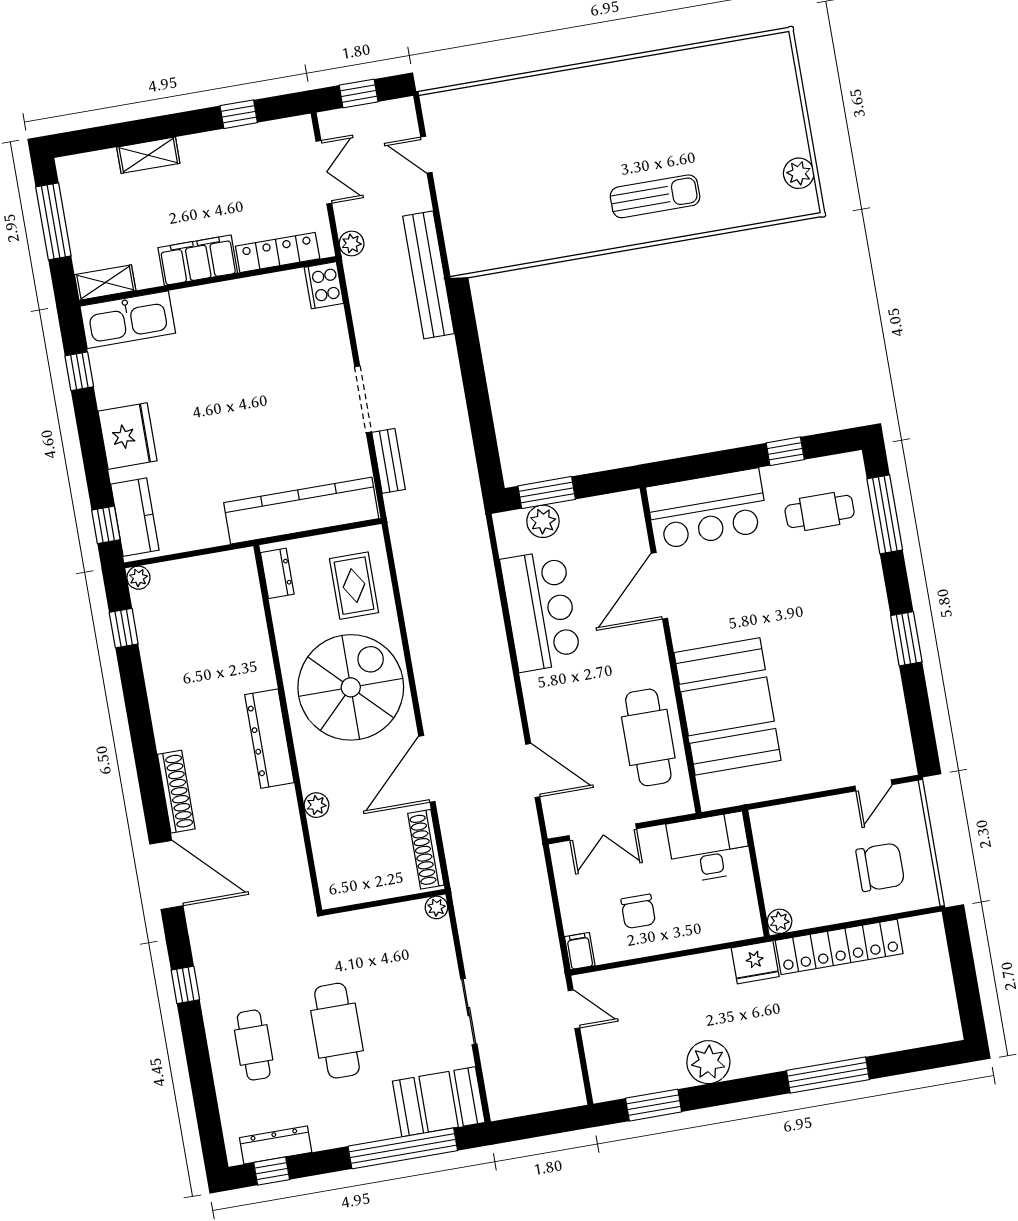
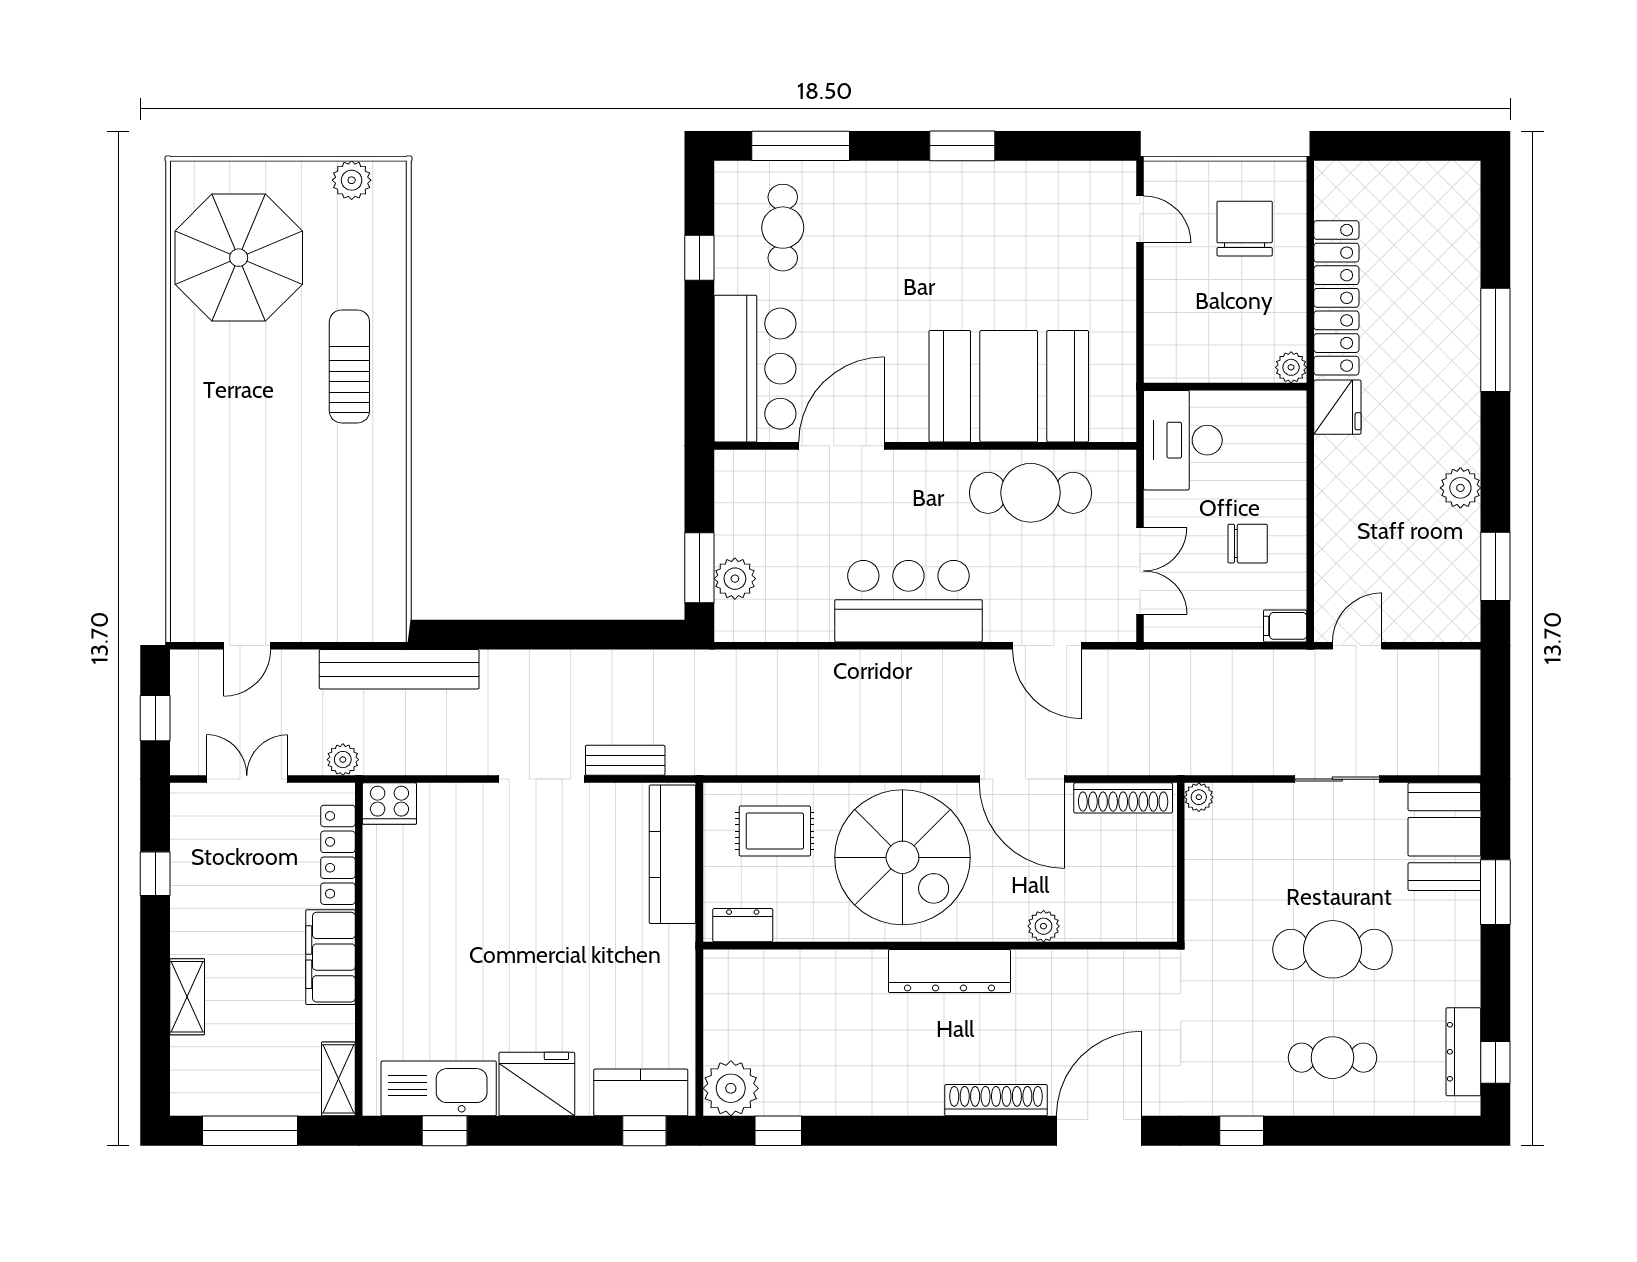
parasol: (724, 97) -> (239, 258), added
kitchen sink: (128, 320) -> (439, 1088), moved, turned -90
kitchen counter: (301, 511) -> (673, 854), width x0.72, depth x0.86
plant: (138, 578) -> (731, 1088), width x1.88, depth x1.88
door: (659, 586) -> (842, 446), swing flipped
bar counter: (541, 611) -> (908, 601), moved
spiral stairs: (351, 687) -> (902, 857), turned 180
door: (533, 770) -> (1047, 646), swing flipped
plant: (708, 1062) -> (1460, 488), width x0.73, depth x0.73
window: (403, 1148) -> (1495, 892), width x0.47

